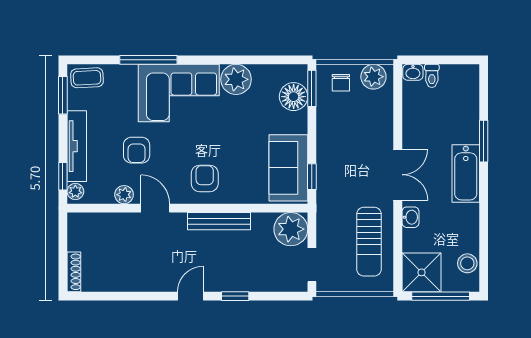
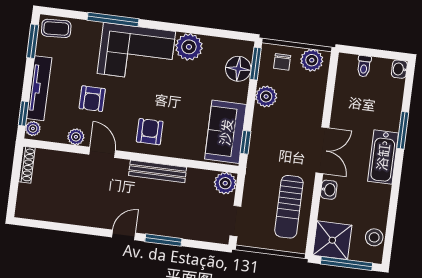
washbasin: (413, 72) -> (399, 69), moved, turned 90
plant: (328, 123) -> (266, 96), added
plant: (291, 229) -> (225, 183), width x0.73, depth x0.73
shoe rack: (74, 272) -> (27, 165), moved
window: (235, 296) -> (163, 240), width x1.50

